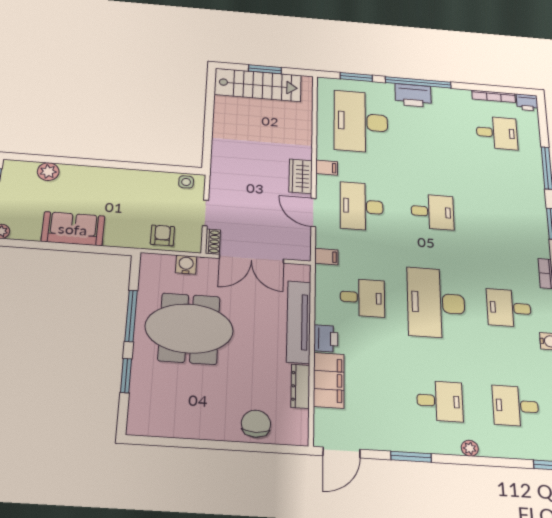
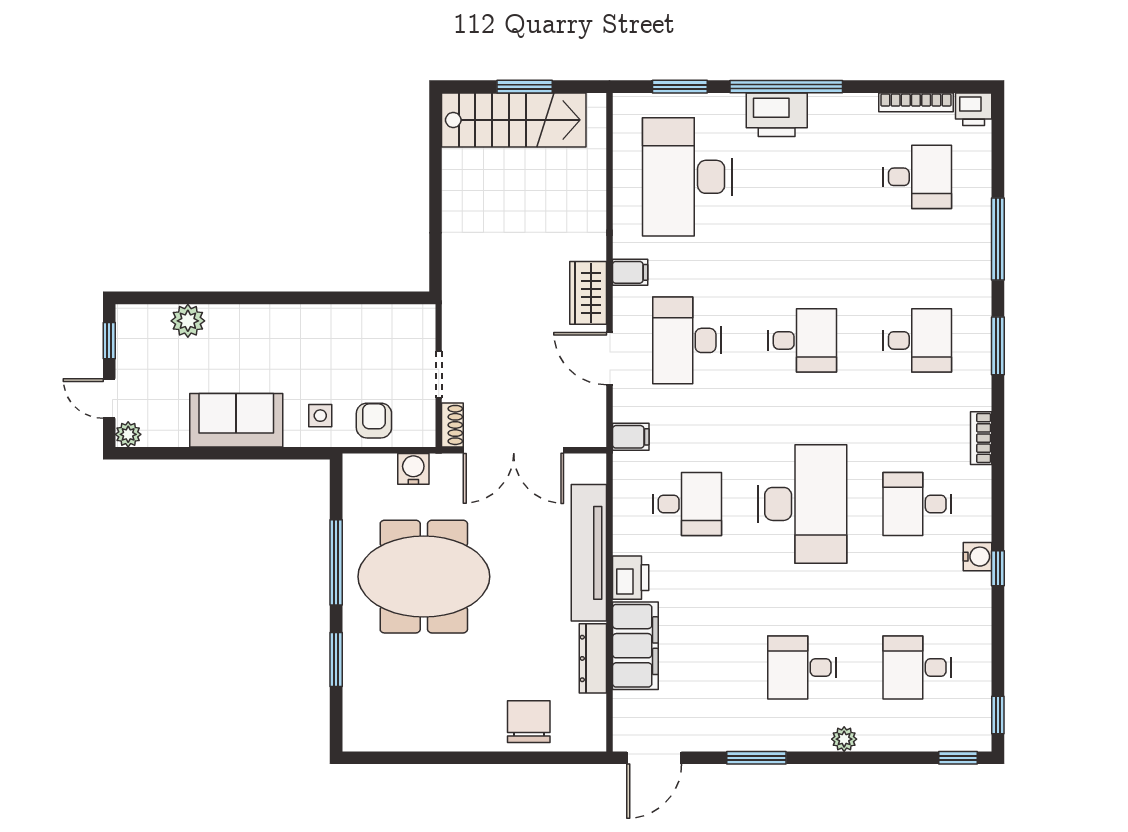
side table: (186, 182) -> (320, 416), moved
desk: (503, 217) -> (917, 340), added
desk: (436, 303) -> (802, 504), turned 180
desk: (440, 401) -> (802, 667), turned 180

